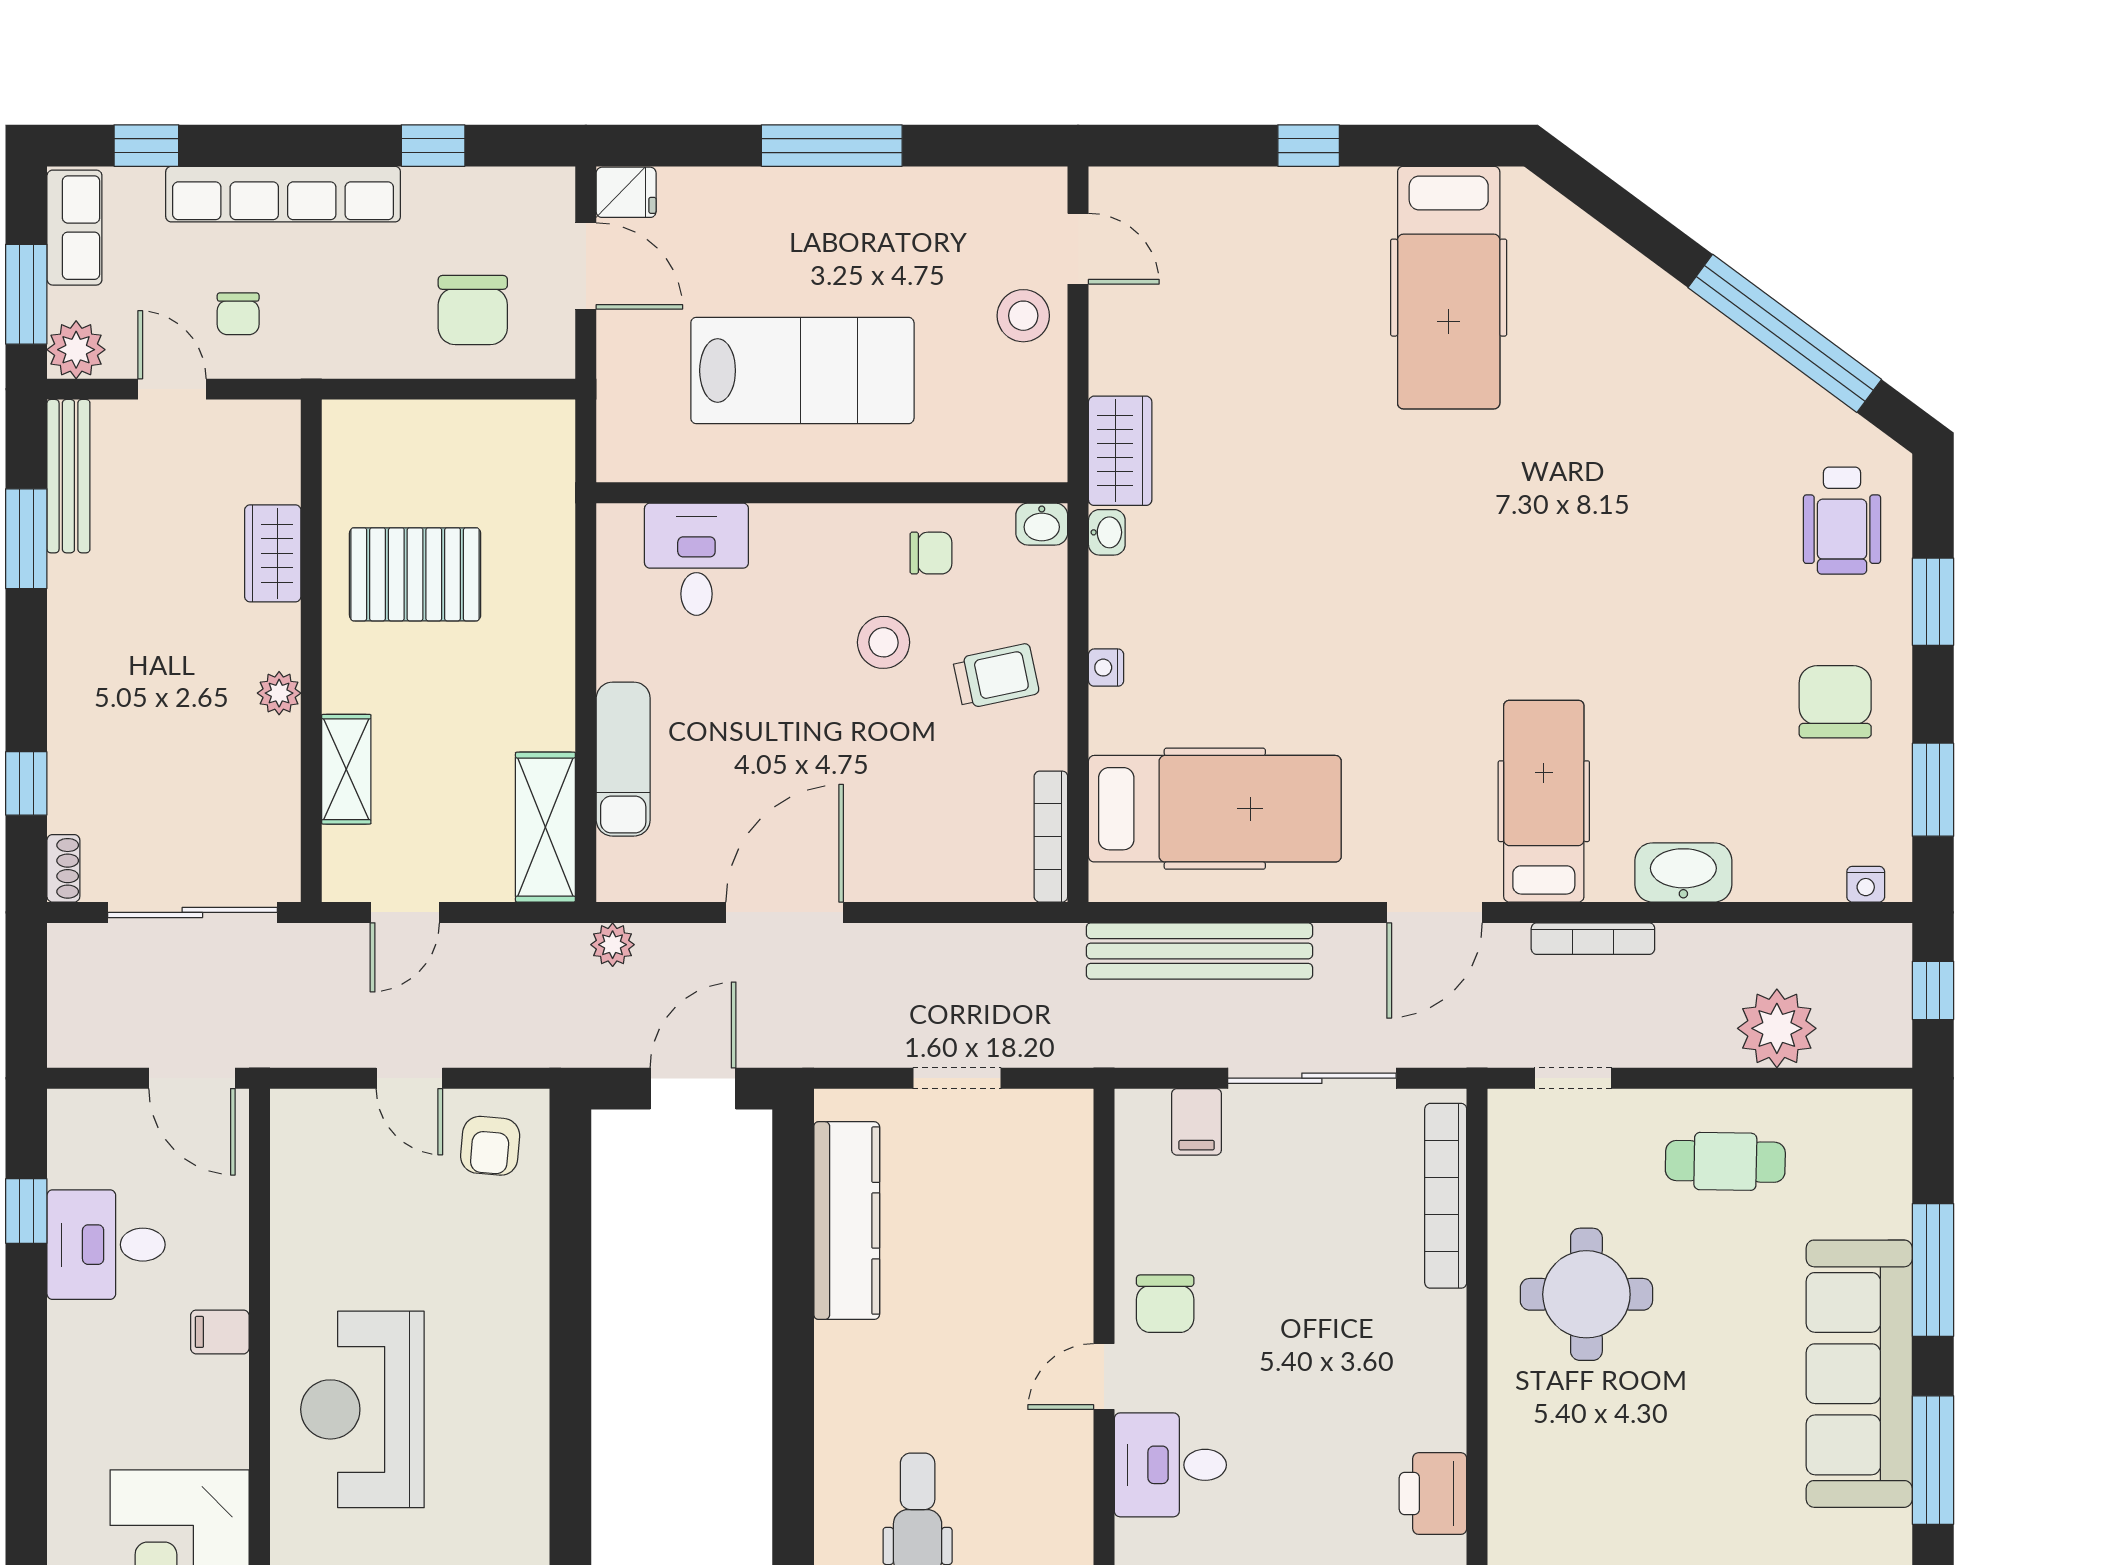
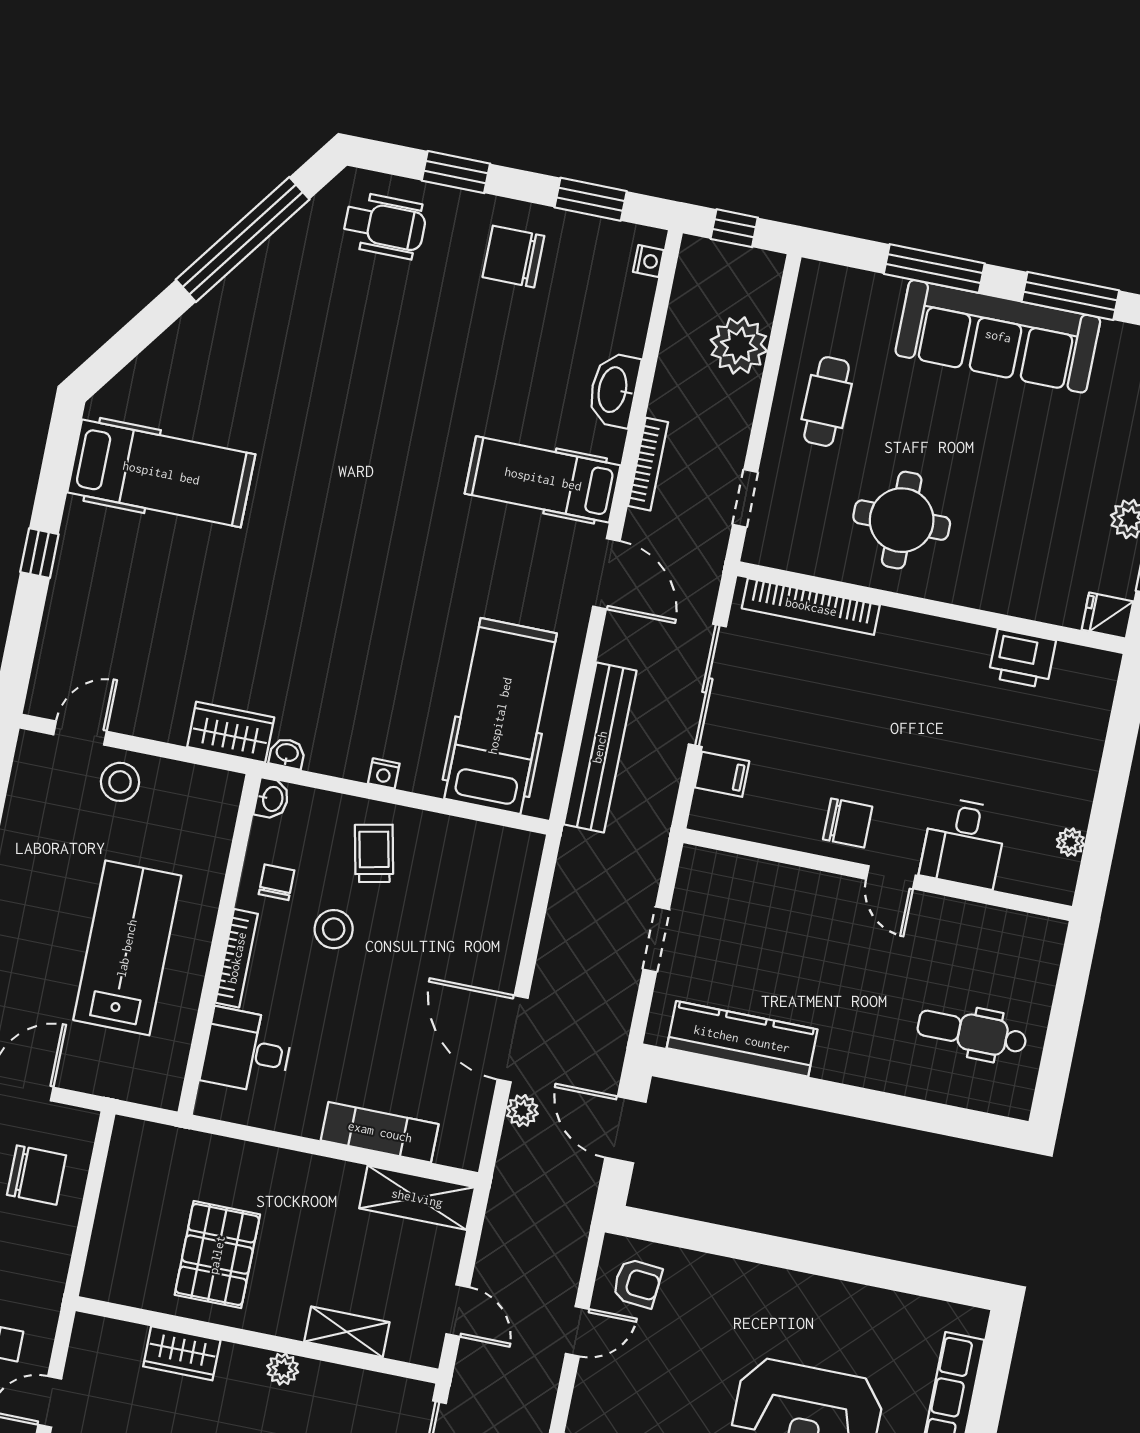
bookcase: (1051, 837) -> (237, 958), moved, turned -90
plant: (613, 945) -> (522, 1111), moved

